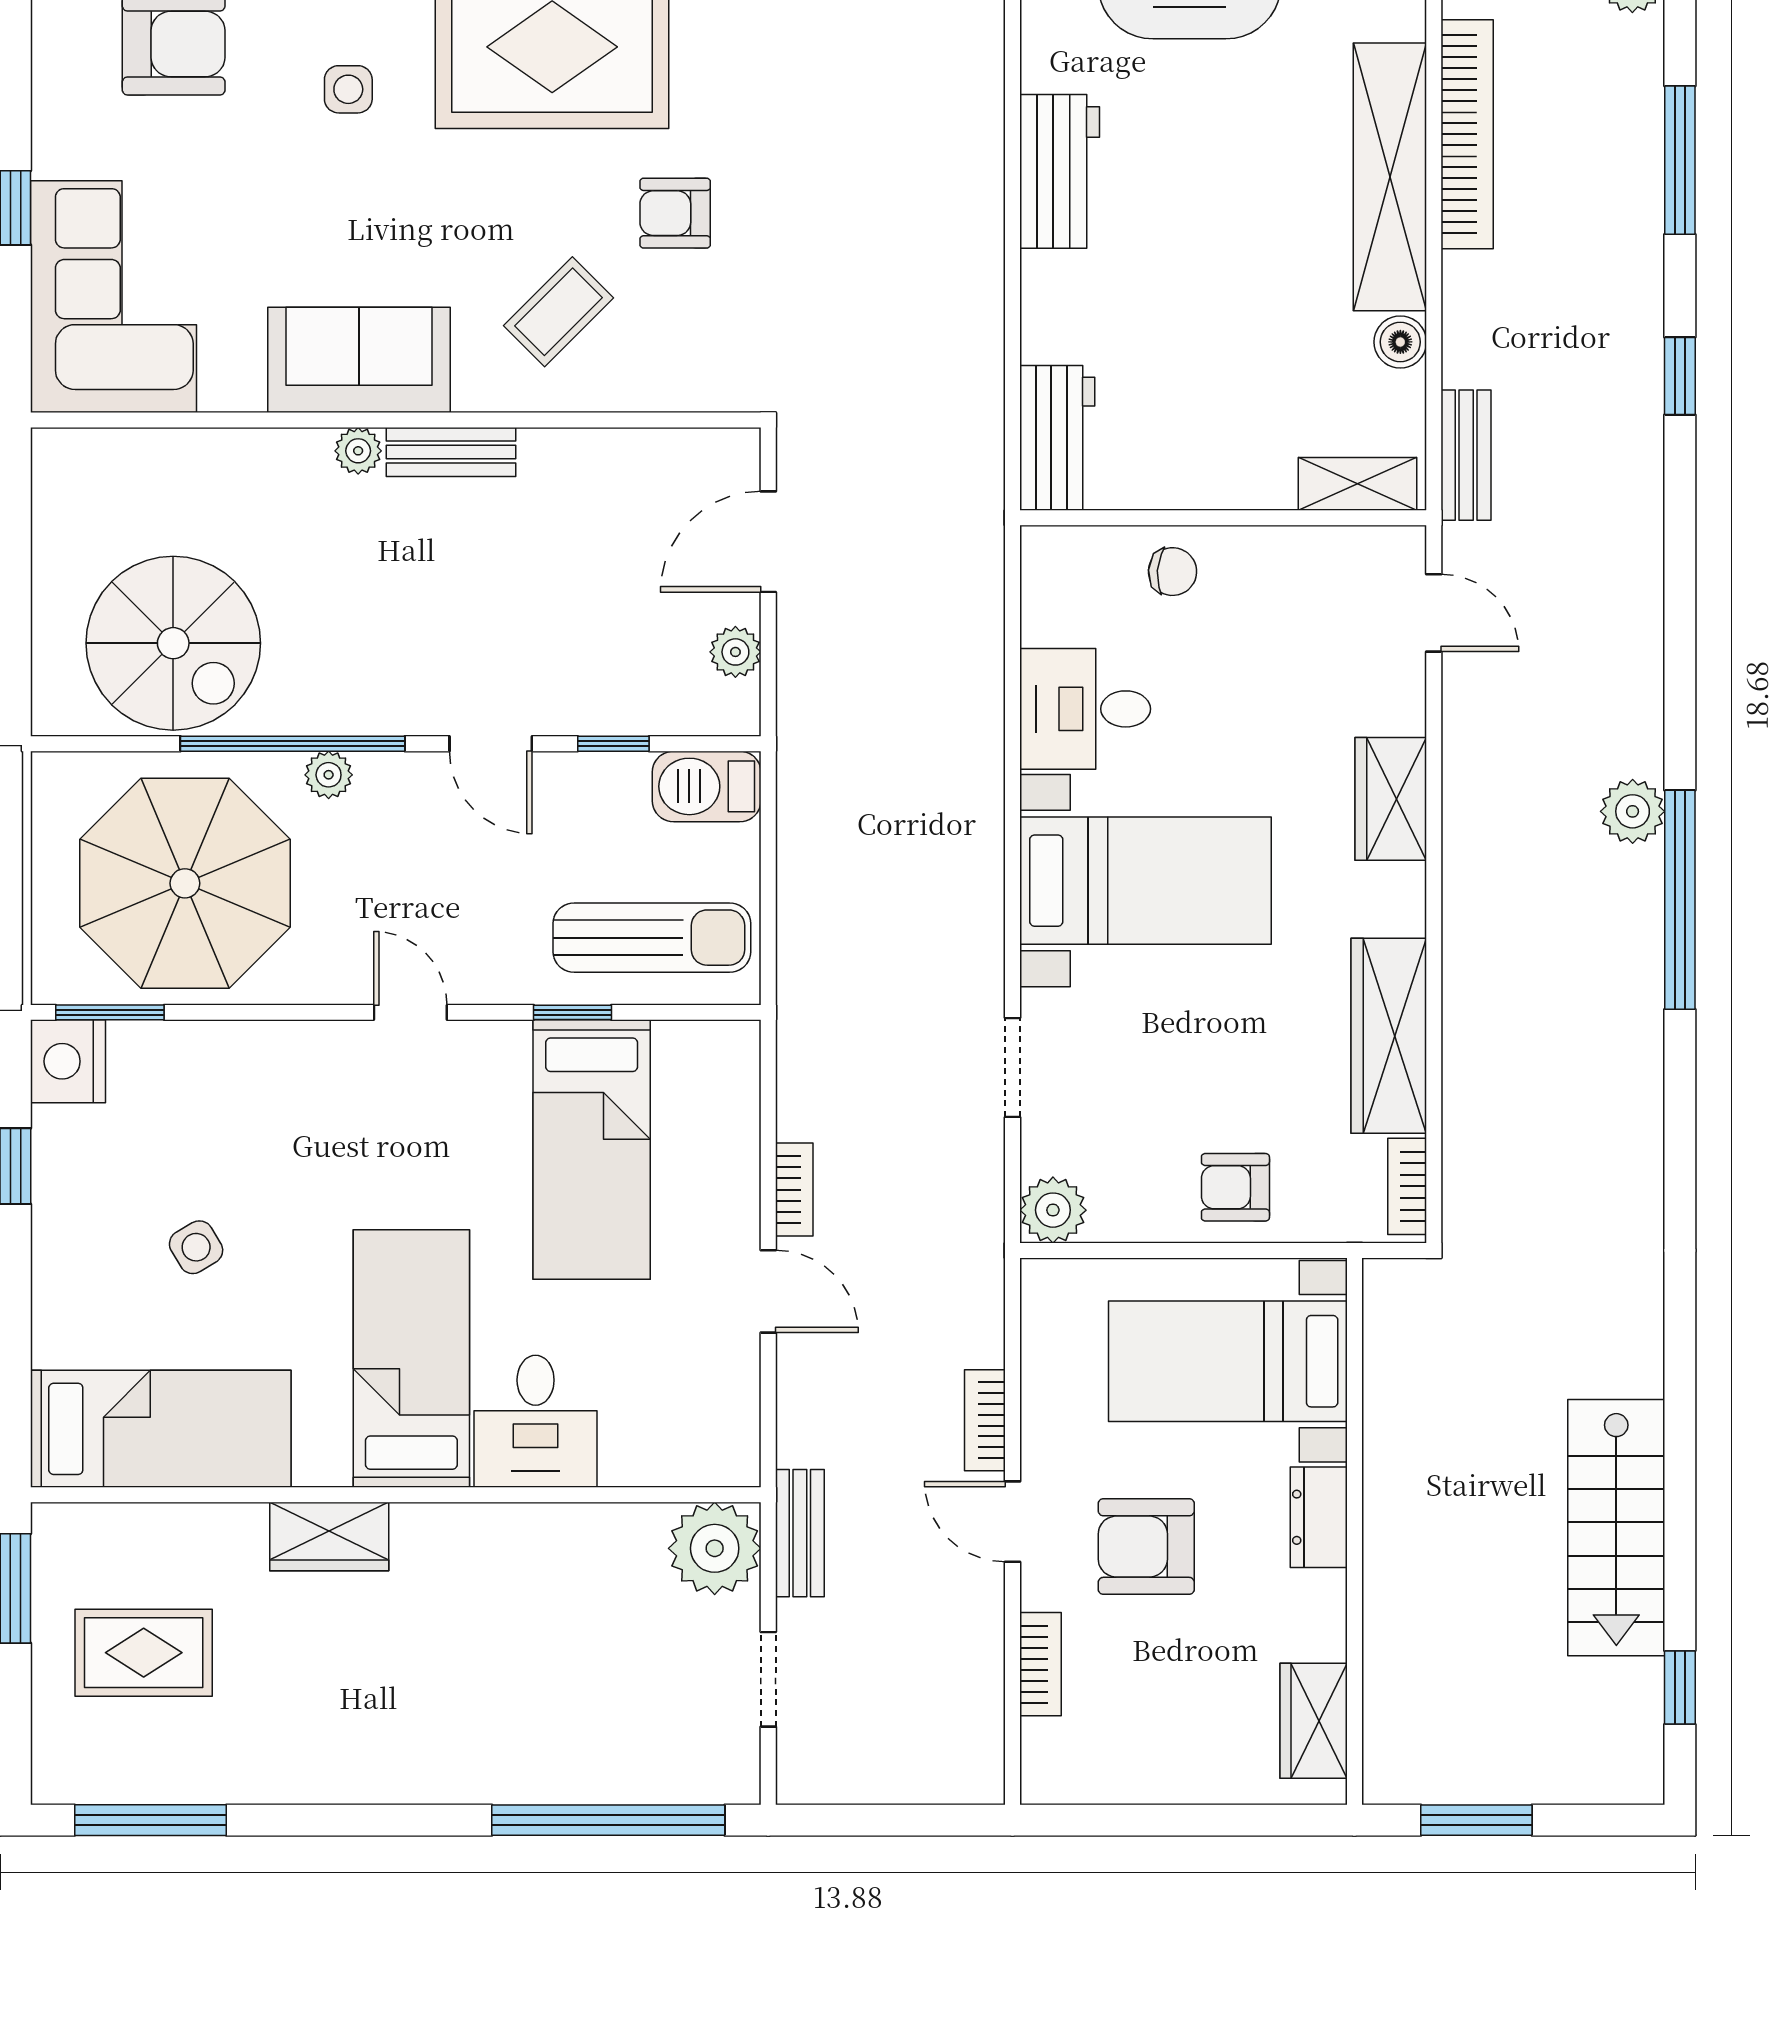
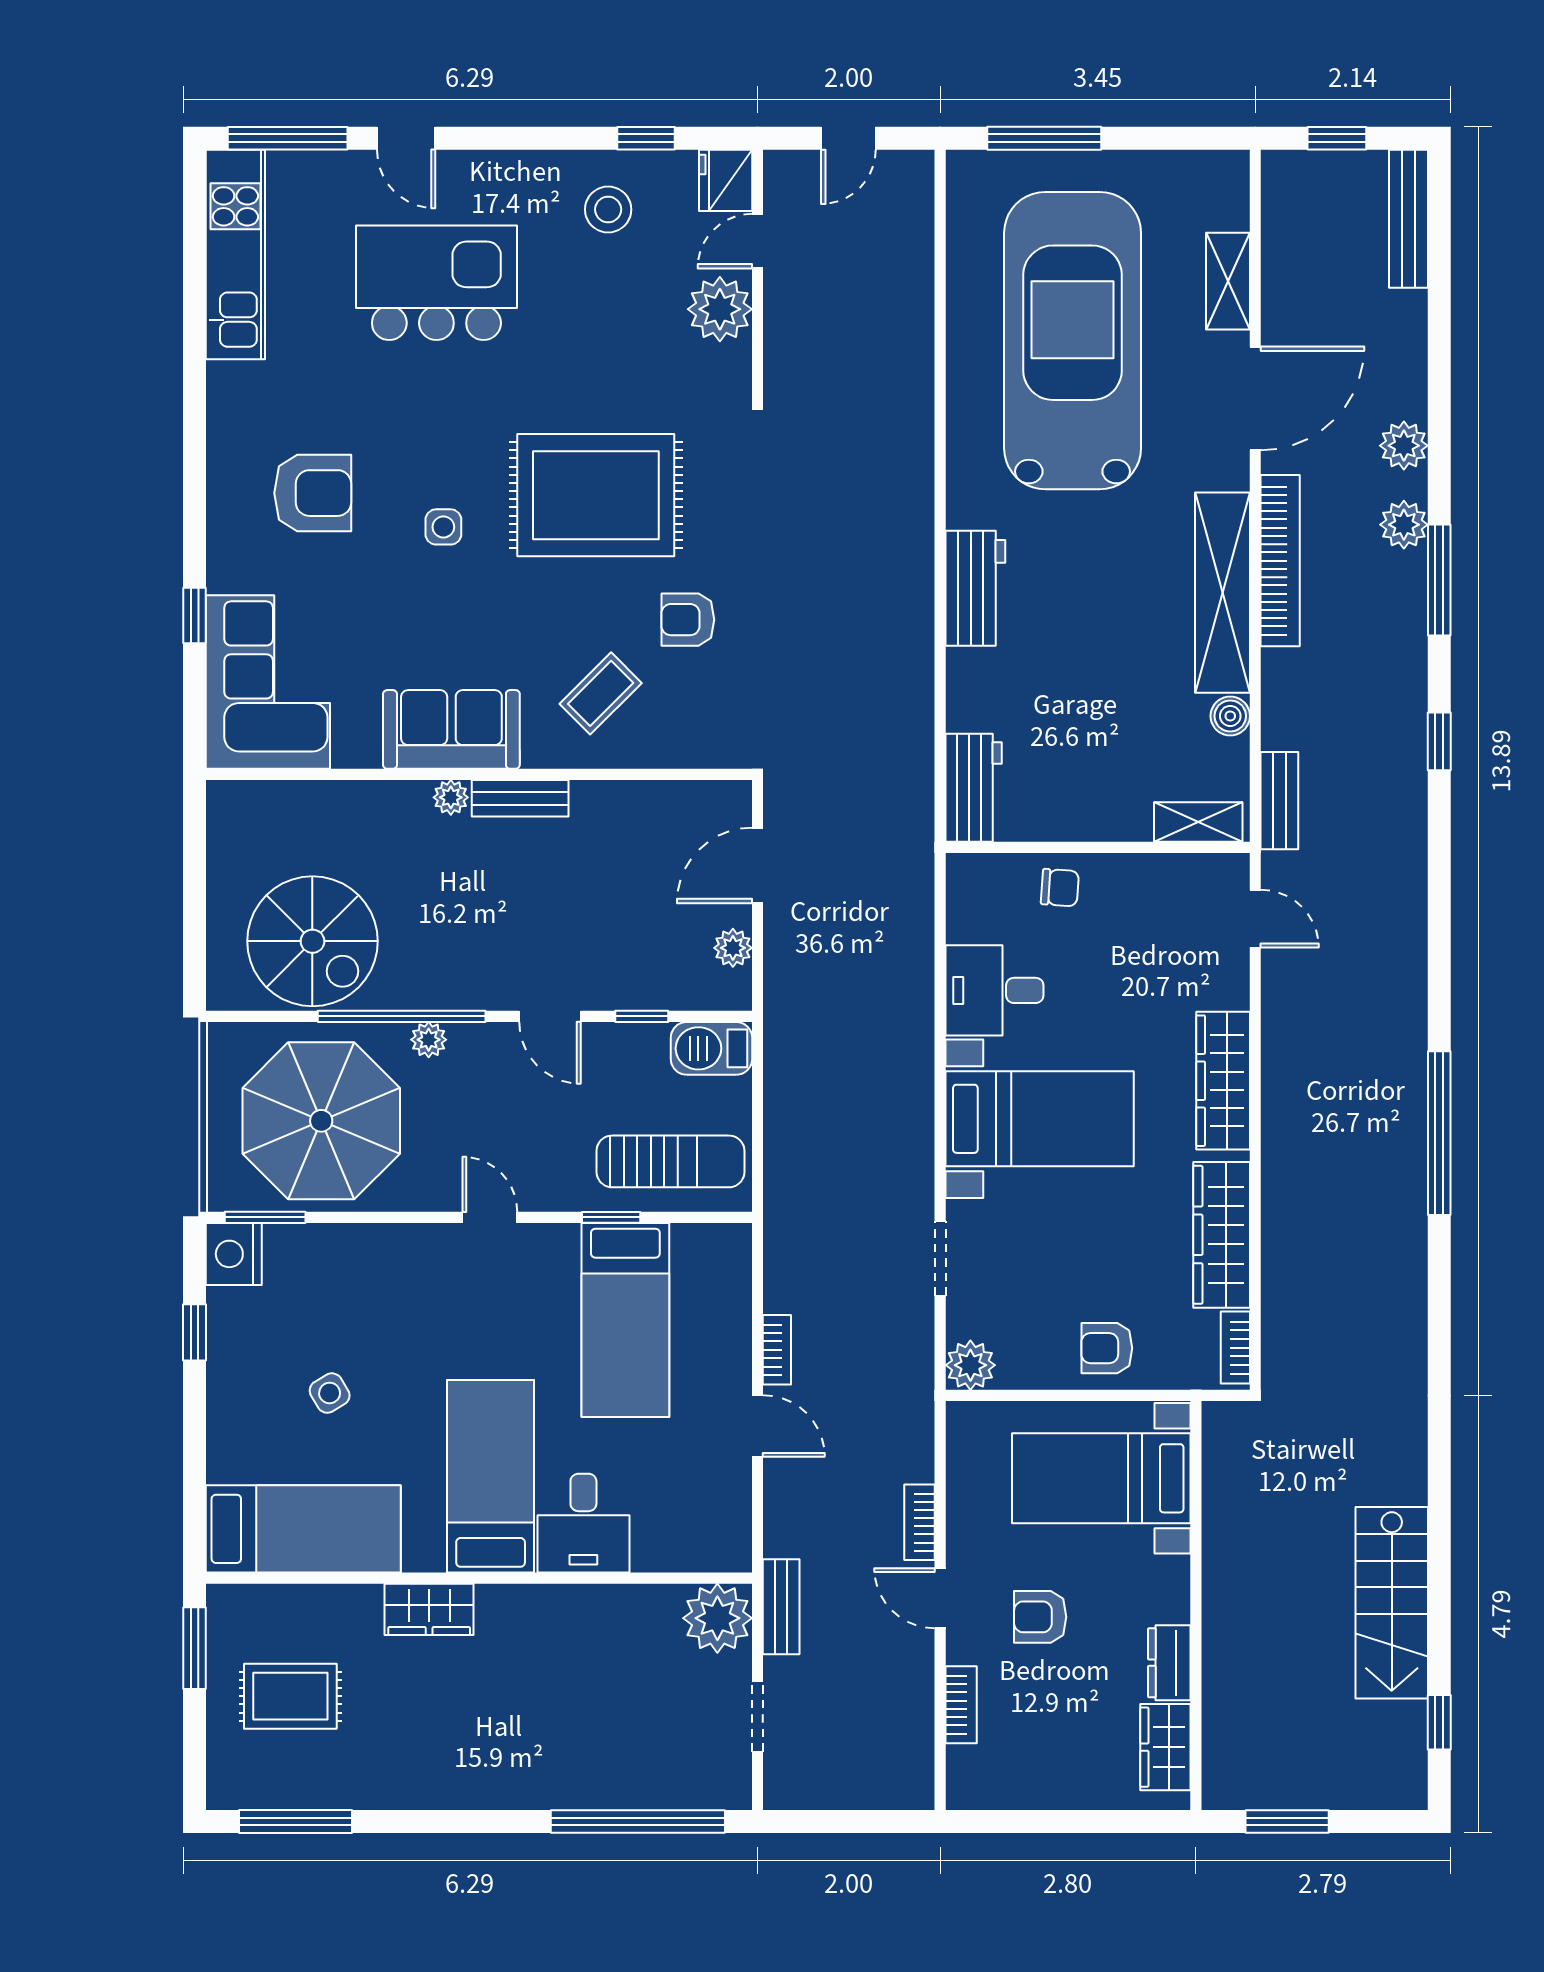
wardrobe: (1391, 799) -> (1223, 1081), width x1.50
plant: (1633, 811) -> (1404, 525), moved
dresser: (1319, 1517) -> (1169, 1663), moved
armchair: (1146, 1547) -> (1040, 1617), width x0.72, depth x0.72

